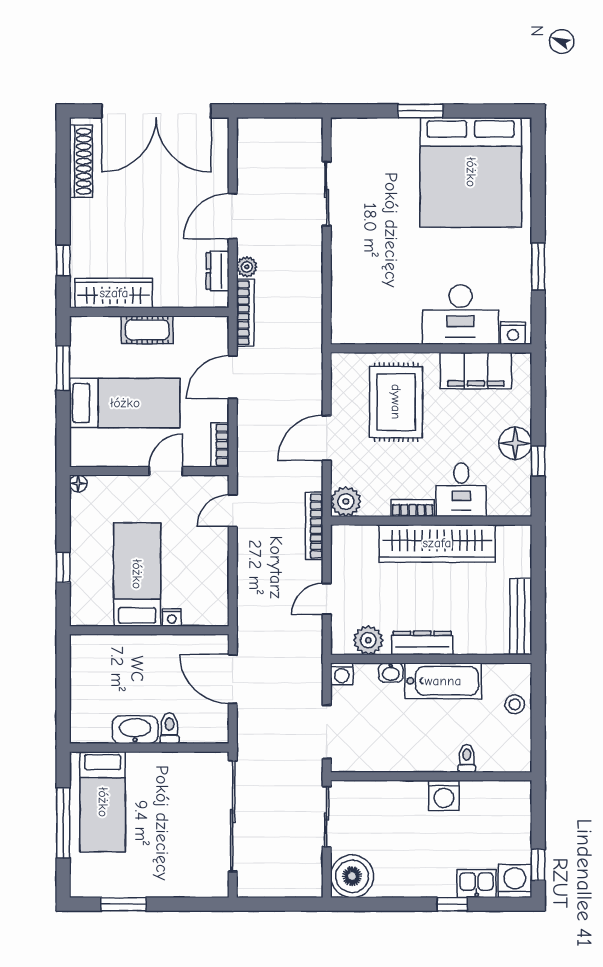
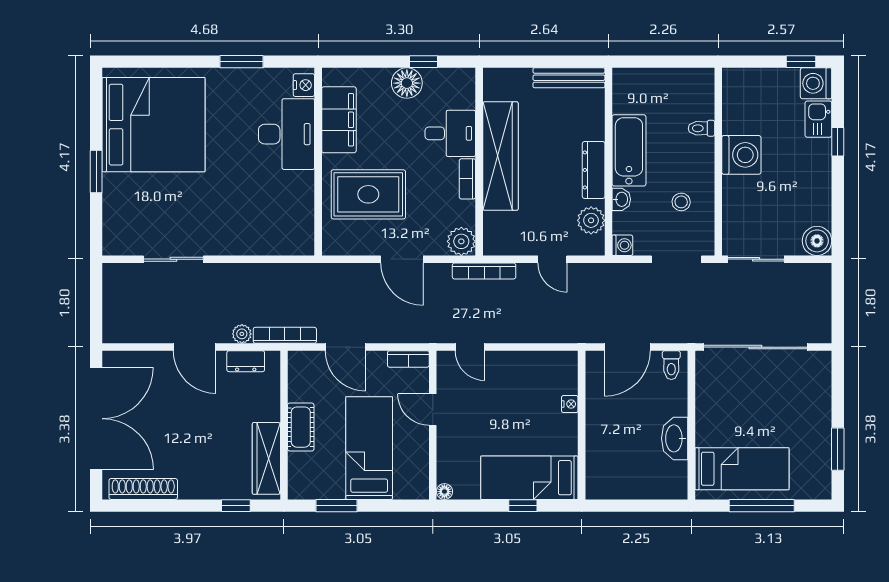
bed: (137, 574) -> (529, 478), moved
stool: (515, 704) -> (681, 202), moved
toilet: (169, 728) -> (671, 365), moved, turned -90
washing machine: (444, 795) -> (741, 155), width x1.37, depth x1.37
boiler: (352, 876) -> (817, 241), width x0.73, depth x0.73

